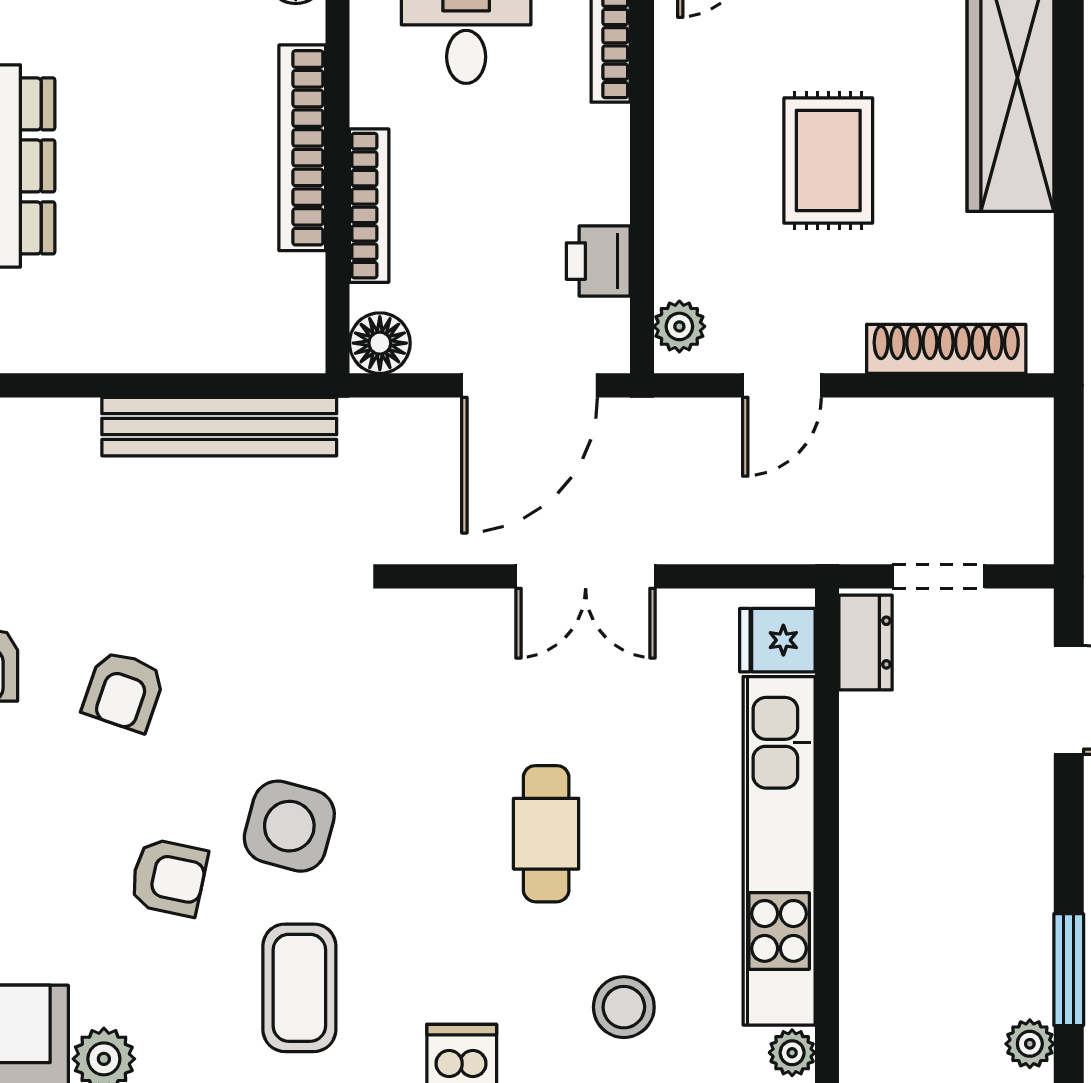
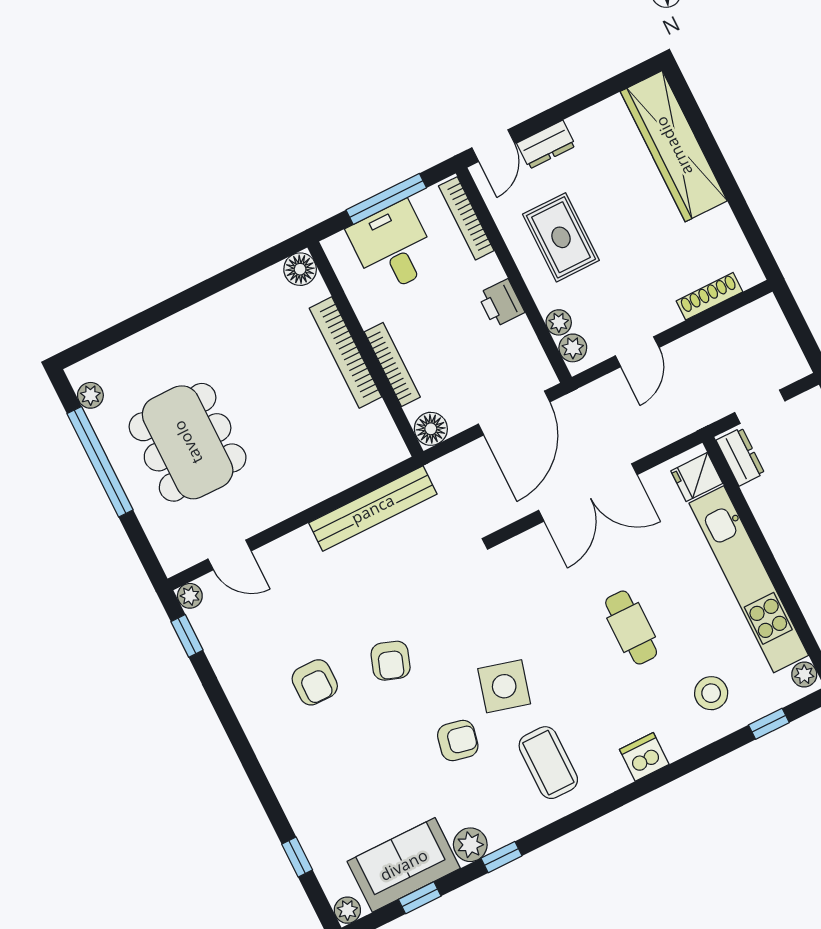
rug: (828, 161) -> (561, 237), moved
printer: (598, 261) -> (501, 303), moved
plant: (677, 273) -> (559, 322), added
shoe rack: (946, 349) -> (709, 296), width x0.74, depth x0.81
double door: (586, 576) -> (588, 493), width x1.37

